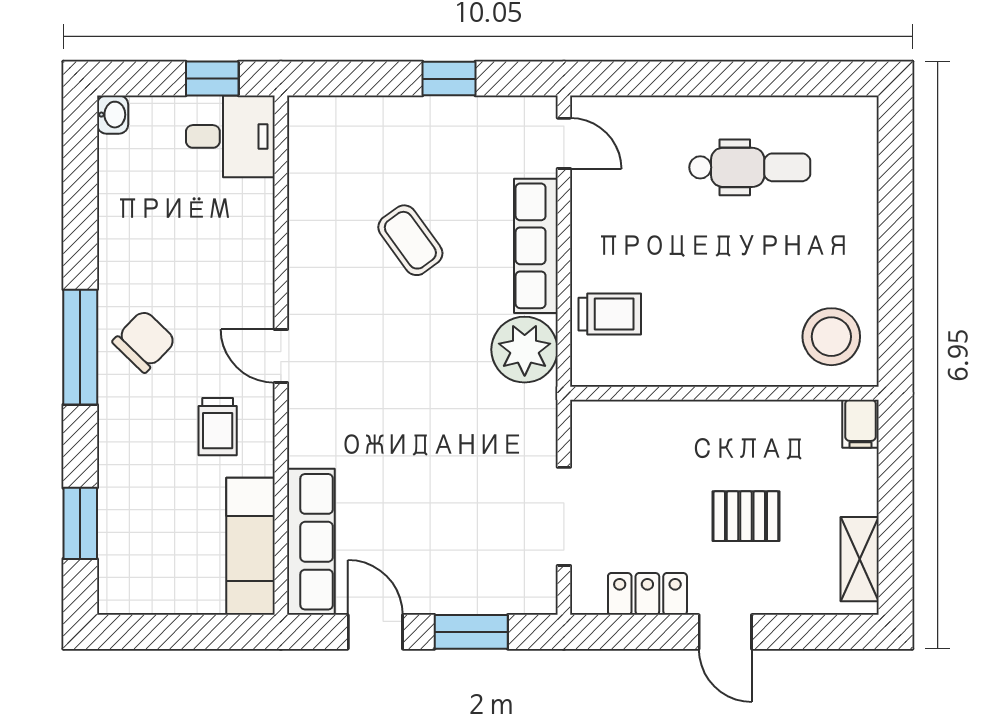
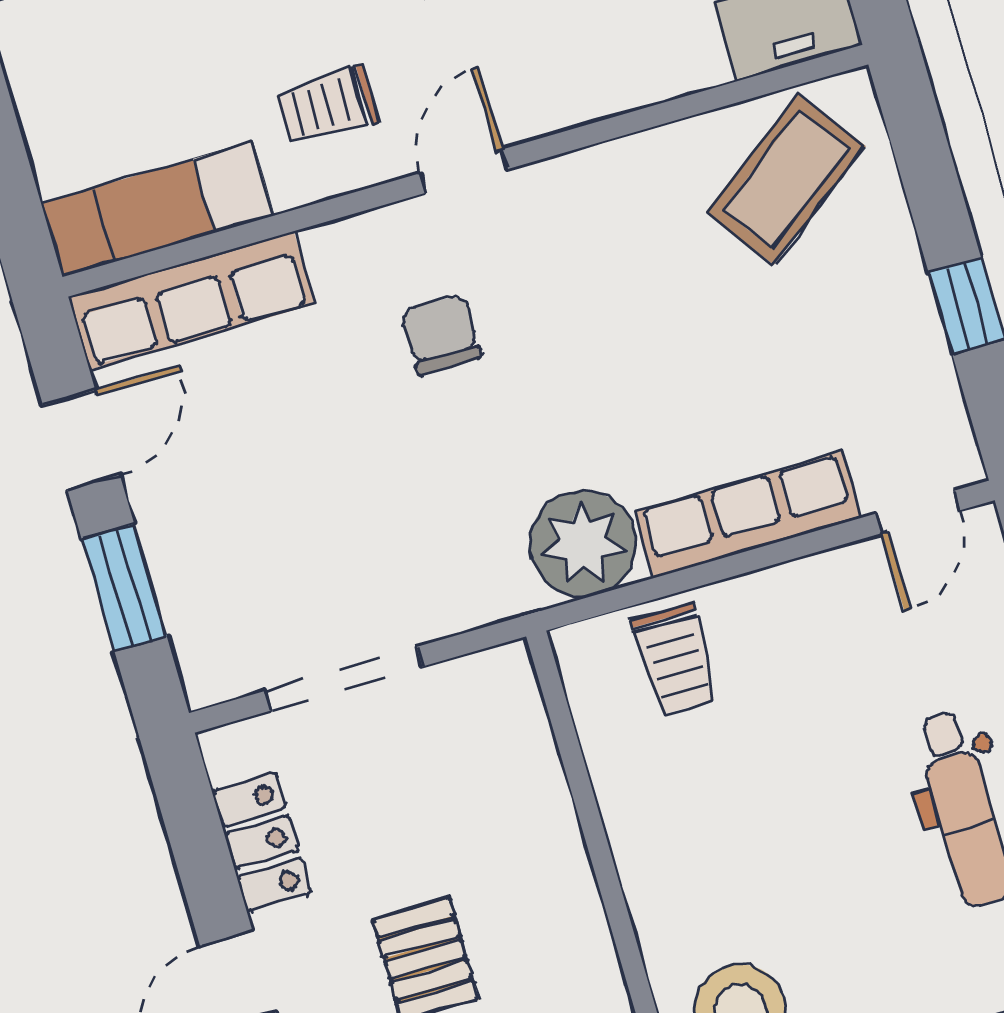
coffee table: (410, 240) -> (786, 179), moved, width x1.36, depth x1.30
chair: (375, 398) -> (441, 335), added

